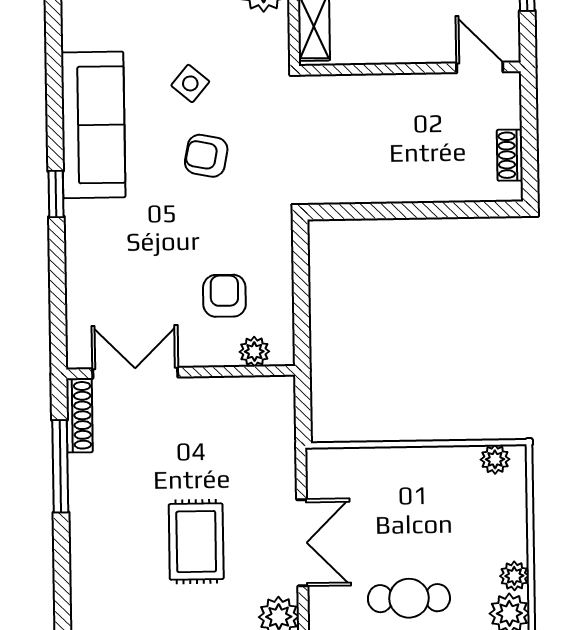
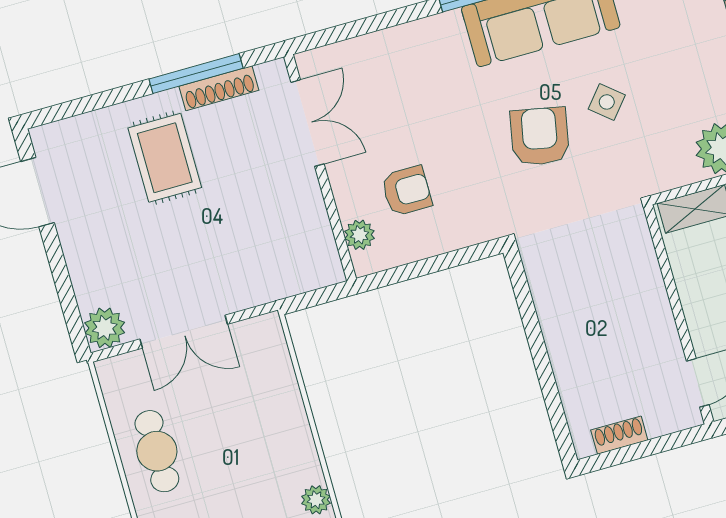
armchair: (206, 156) -> (540, 136), width x1.38, depth x1.38
shoe rack: (79, 415) -> (219, 88), moved
rug: (196, 542) -> (165, 158), moved, turned 90

